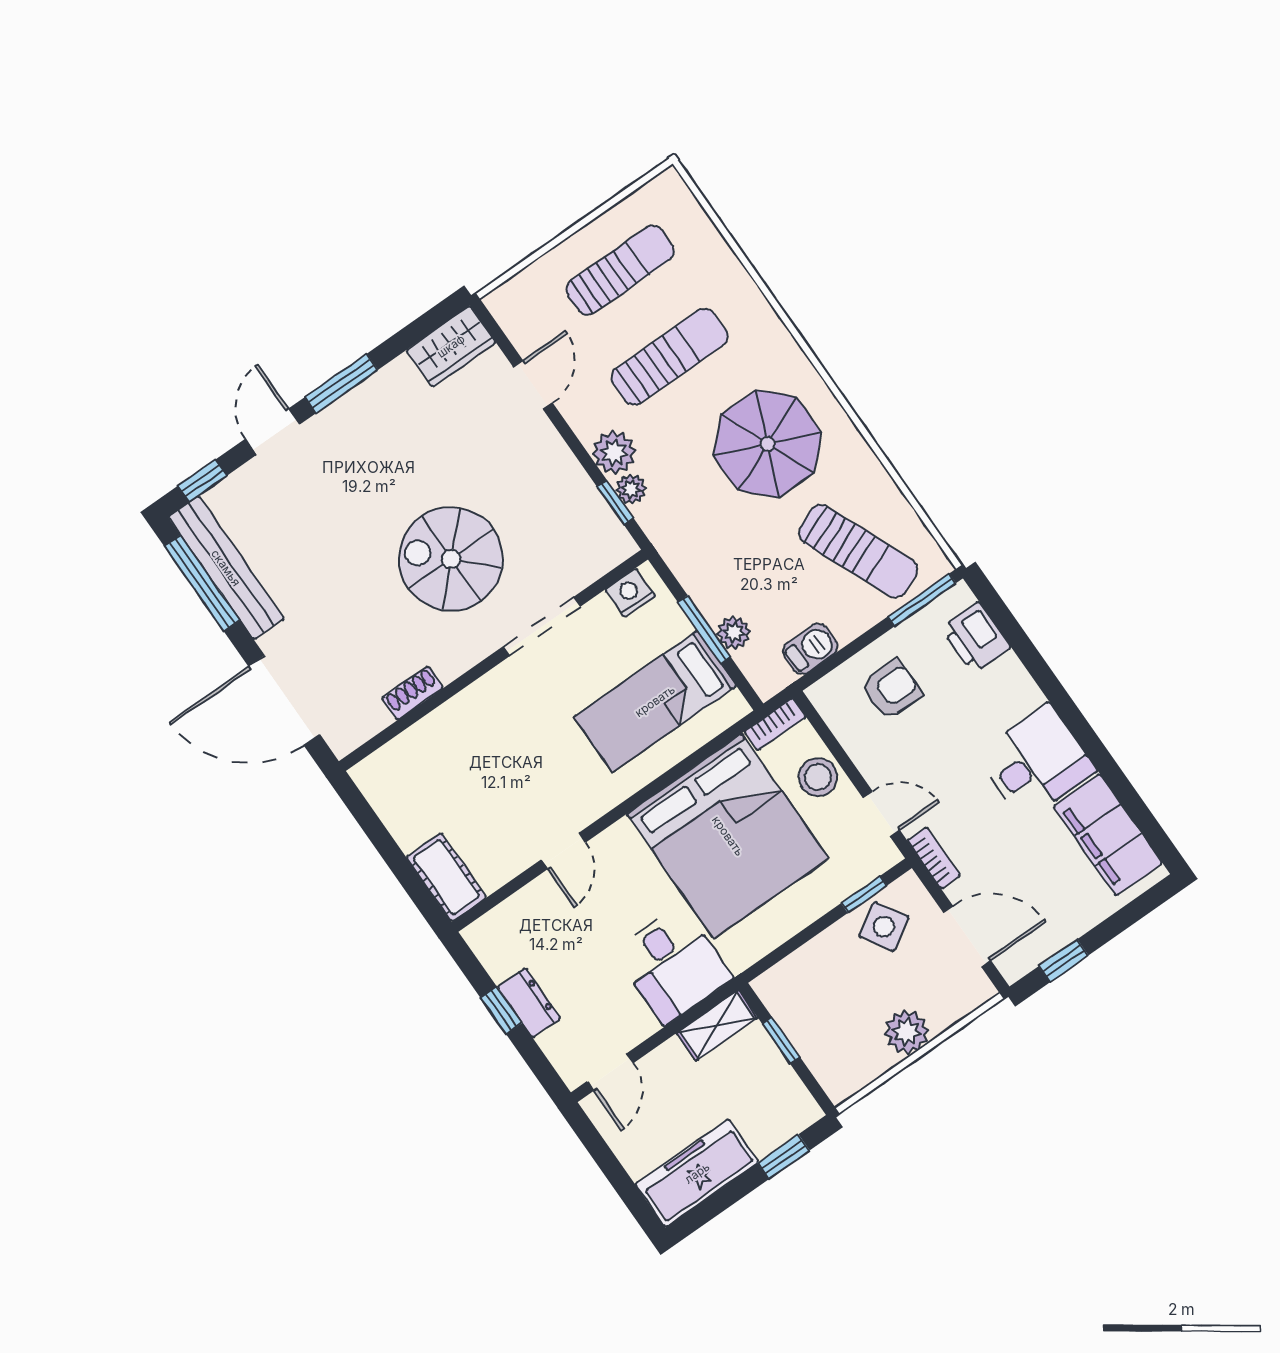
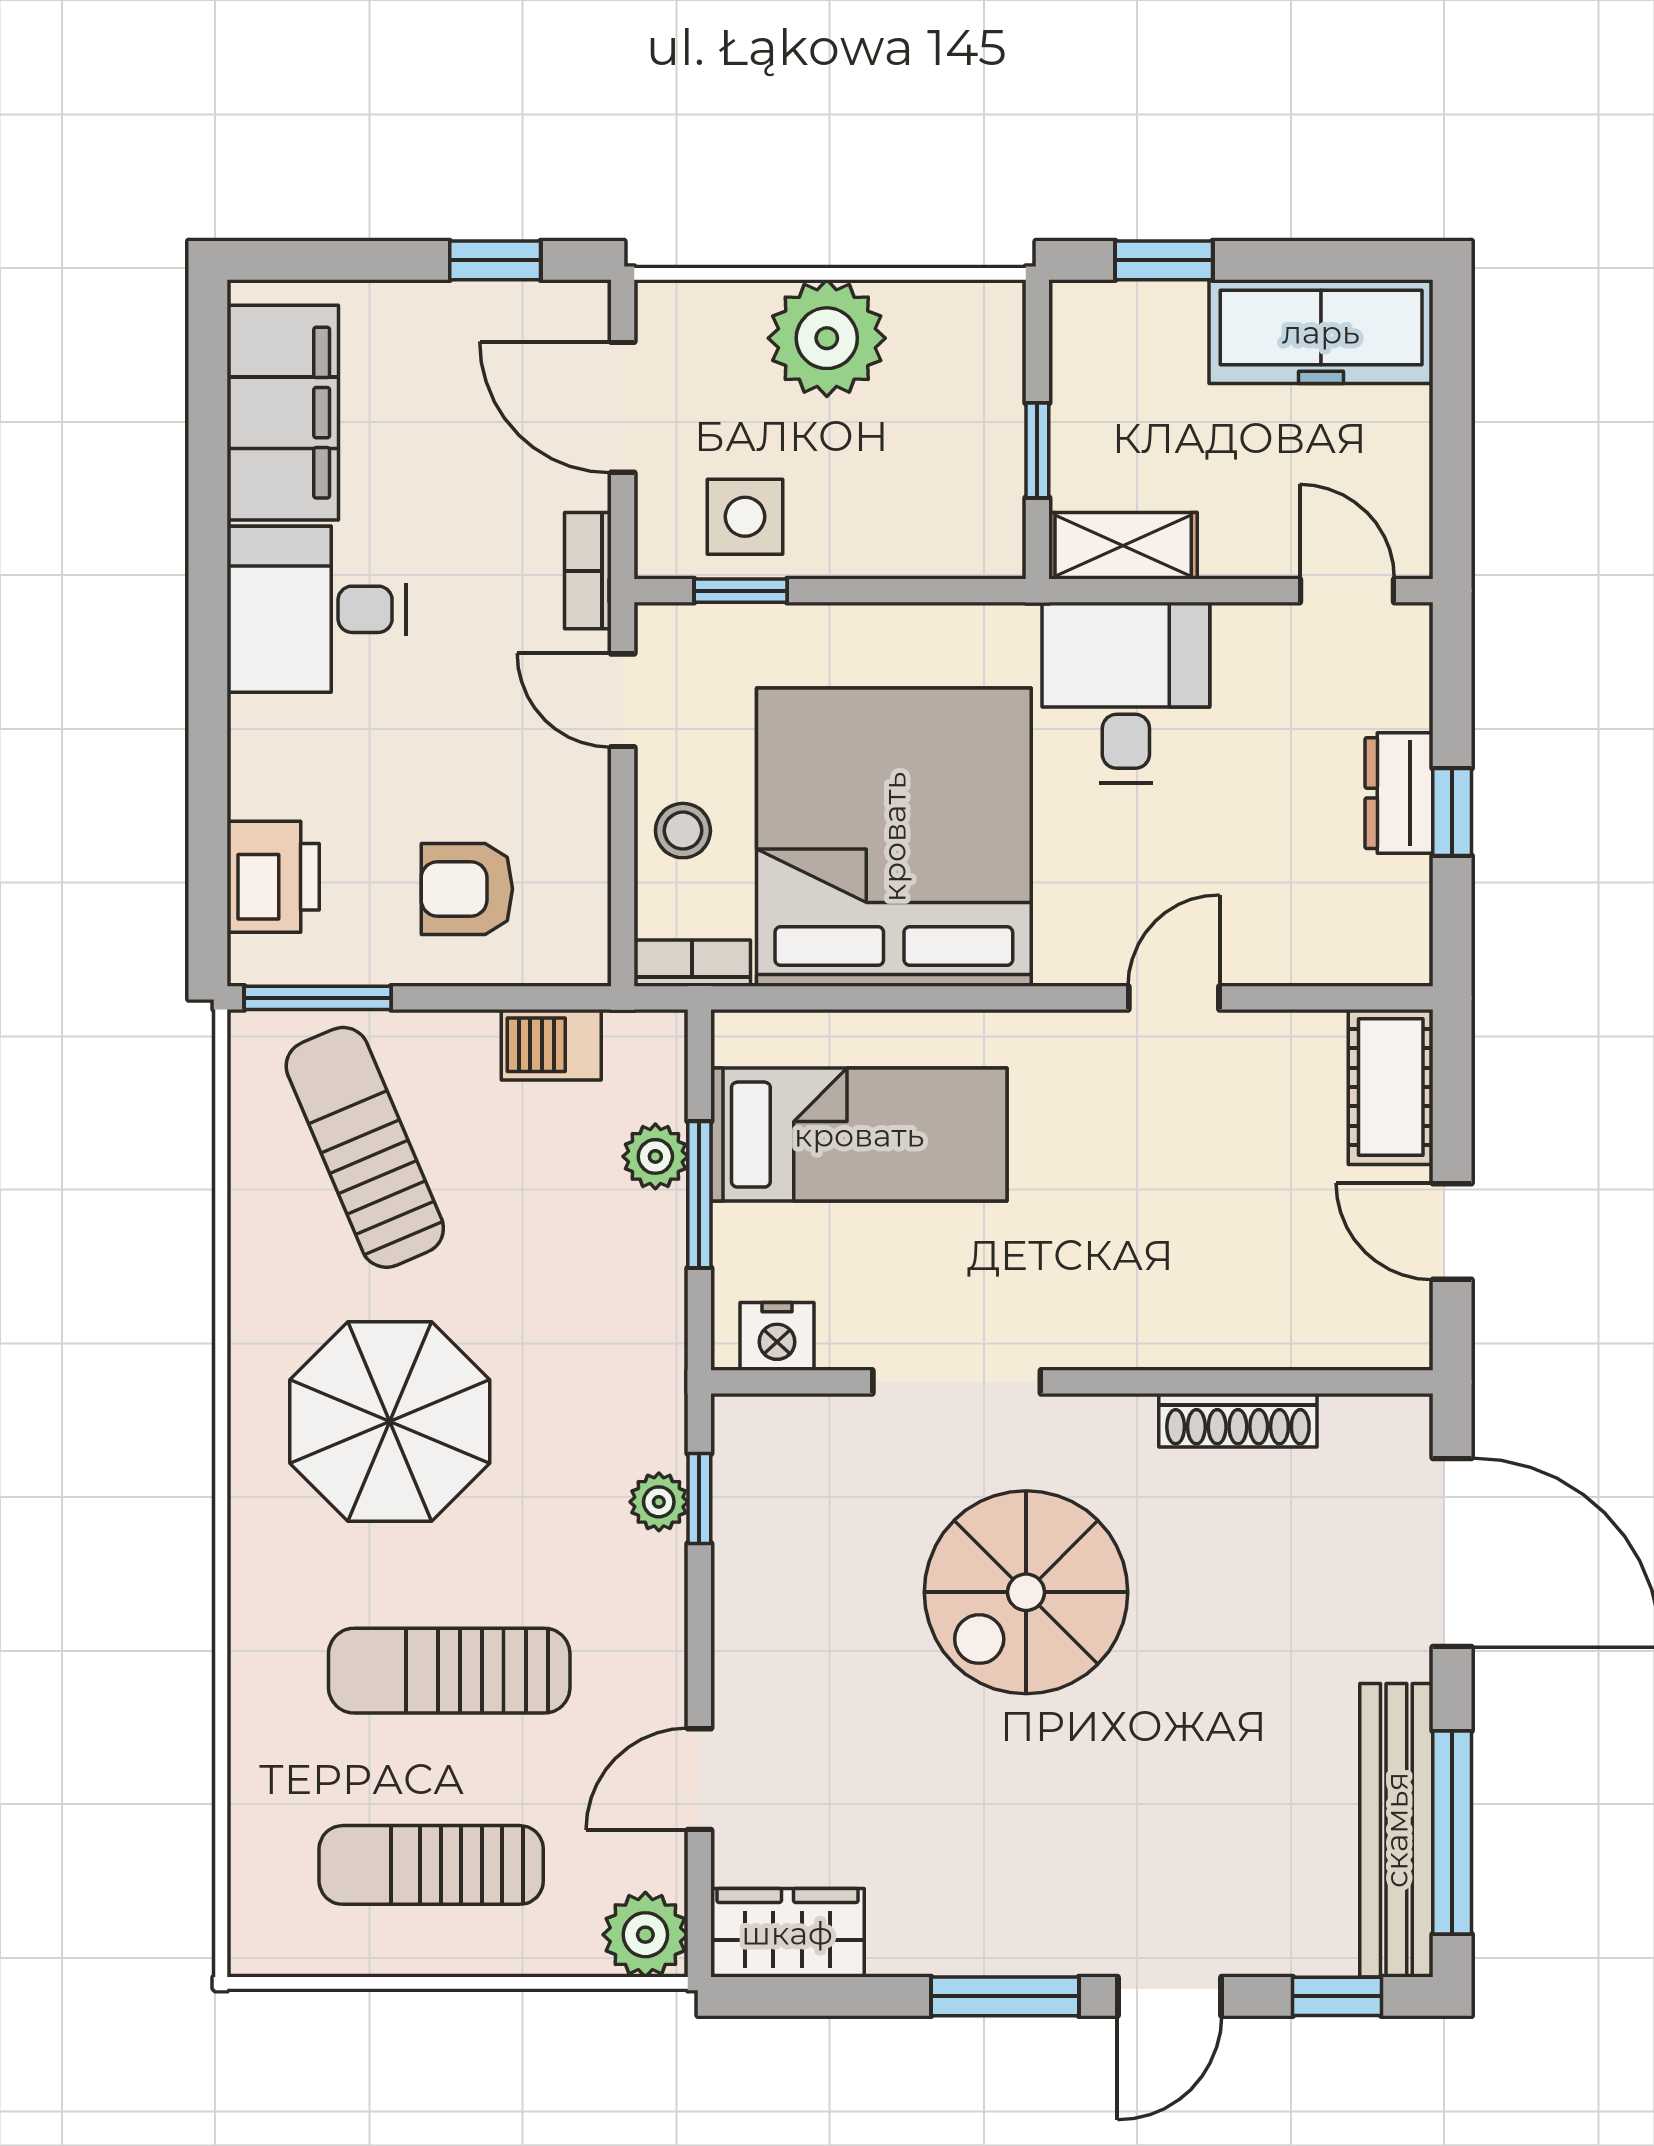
plant: (614, 453) -> (645, 1935), moved
spiral stairs: (451, 559) -> (1026, 1592), turned 90
shoe rack: (413, 693) -> (1238, 1420), width x1.43
stool: (818, 777) -> (683, 831), width x0.73, depth x0.73
door: (378, 835) -> (1452, 1232), added
side table: (884, 927) -> (745, 517), turned 31
plant: (907, 1032) -> (827, 338), width x1.36, depth x1.36
door: (610, 1072) -> (1347, 591), hinge flipped

